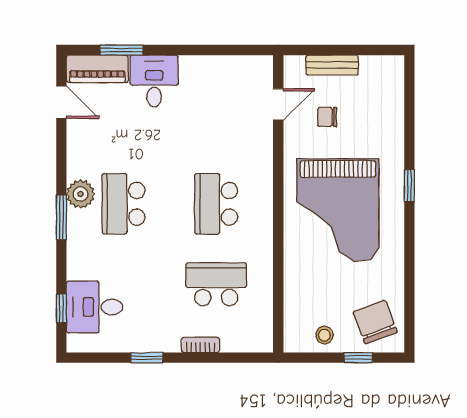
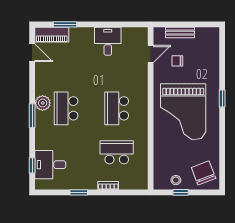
desk: (154, 81) -> (108, 41), moved
window: (358, 358) -> (181, 192), moved

